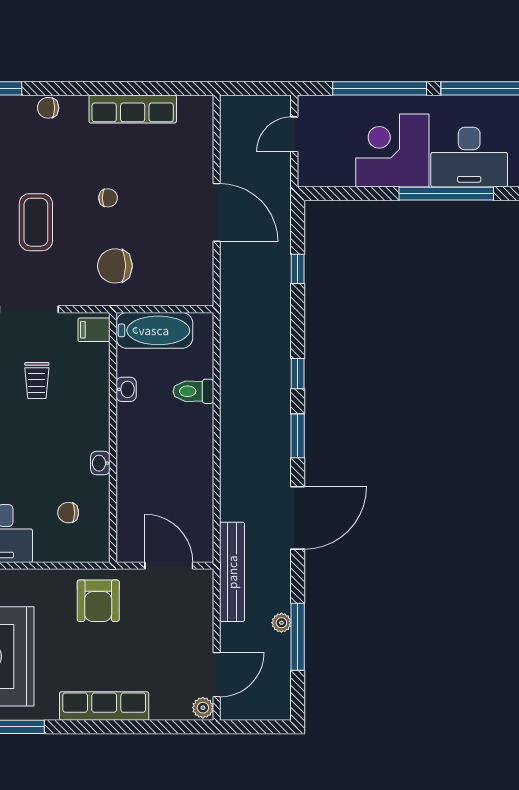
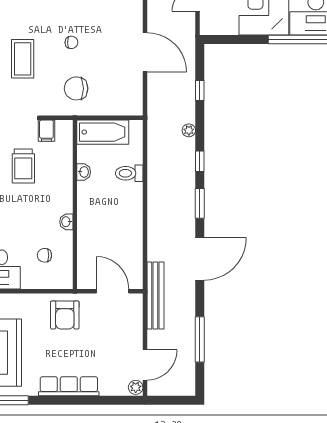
filing cabinet: (94, 330) -> (46, 131), moved, turned -90
trolley: (37, 381) -> (23, 166), width x1.36, depth x1.39
plant: (281, 623) -> (189, 130), moved

